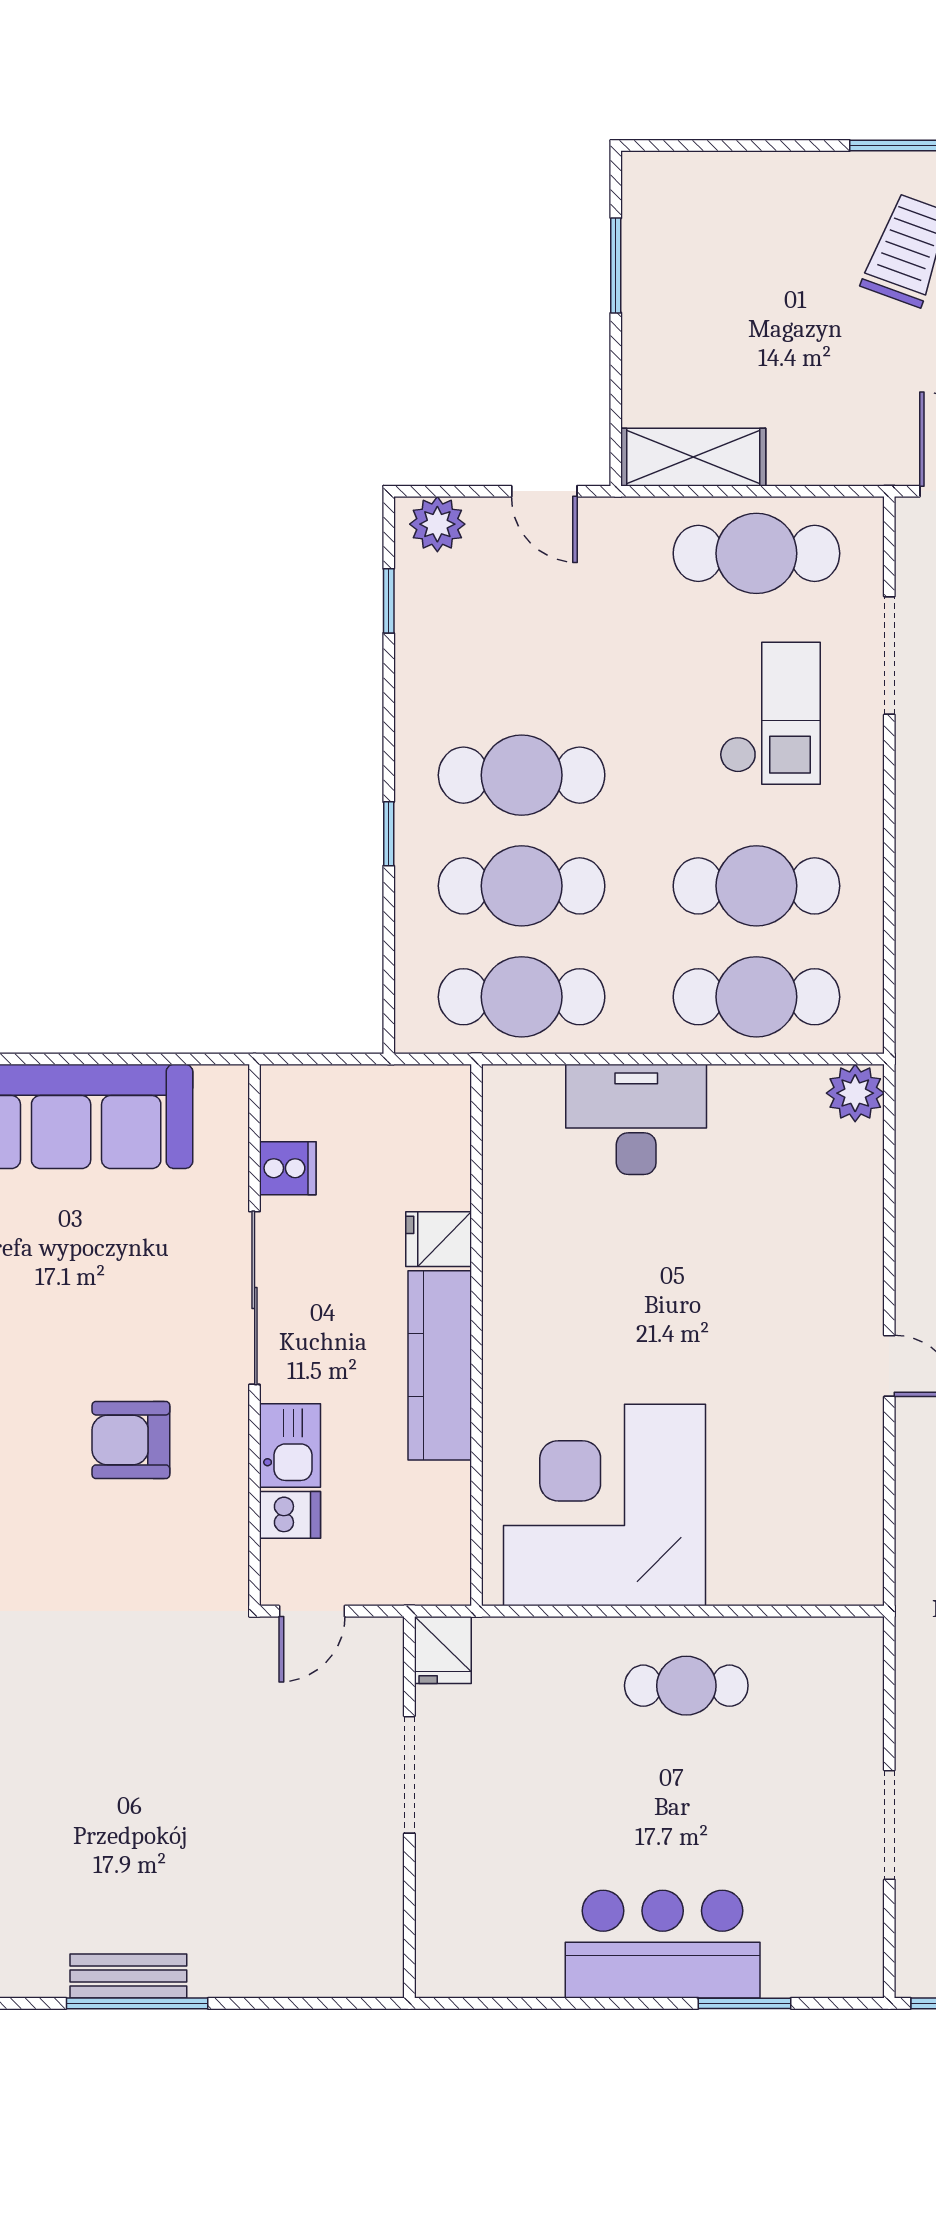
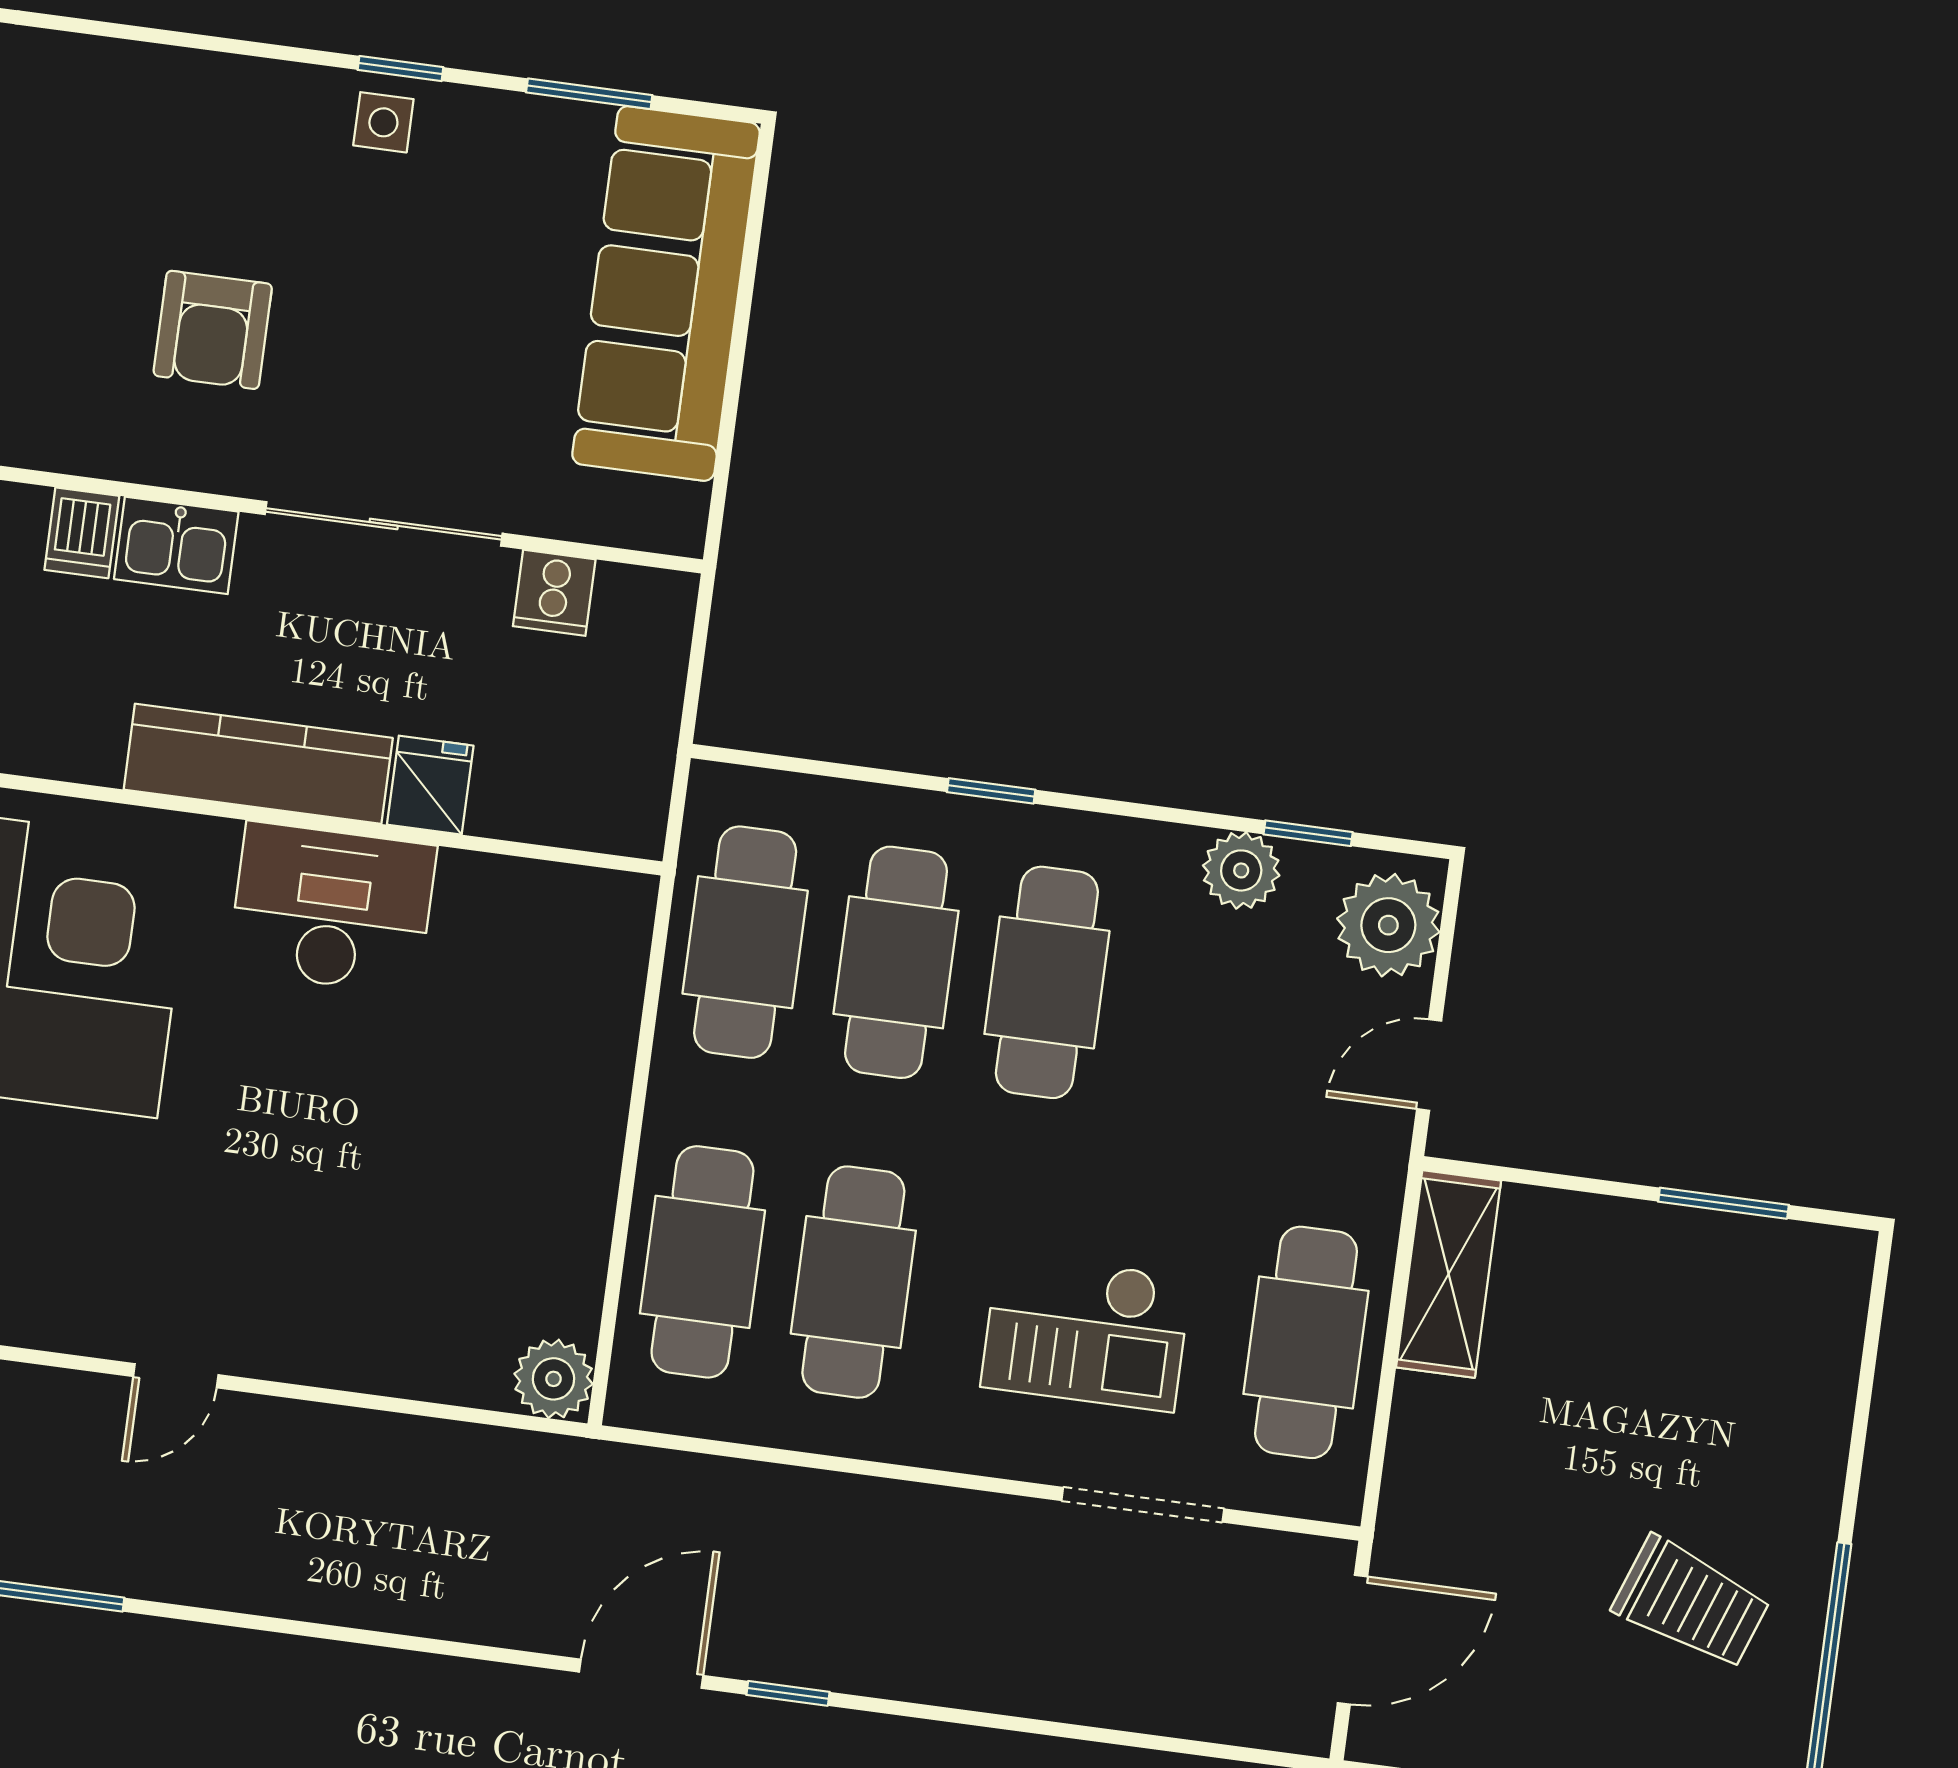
plant: (437, 524) -> (1388, 925), width x1.36, depth x1.36
plant: (422, 646) -> (1241, 870), added
desk: (636, 1119) -> (332, 908), moved, turned -90
armchair: (131, 1440) -> (213, 330), turned 180

